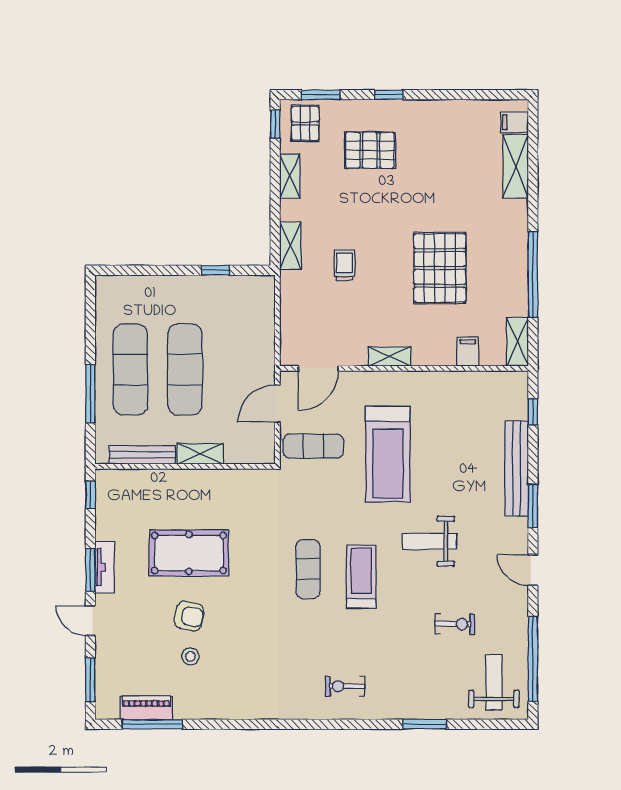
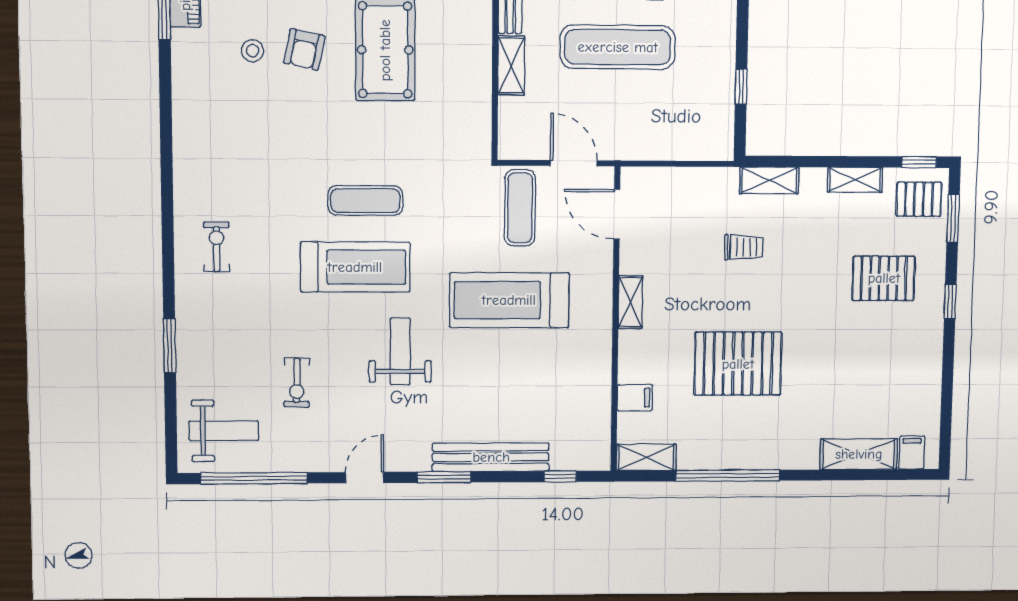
pallet: (370, 150) -> (884, 278), turned 90
treadmill: (361, 577) -> (355, 267), width x1.37, depth x1.38

